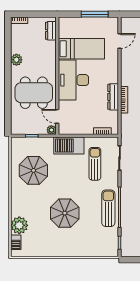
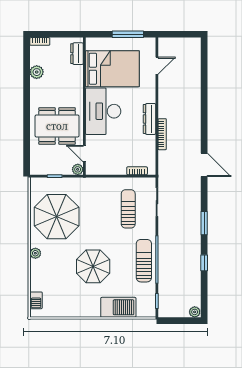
bed: (81, 49) -> (112, 69), width x1.50
plant: (16, 60) -> (37, 72), moved
dresser: (113, 97) -> (150, 119), moved
barbecue: (69, 145) -> (118, 307), moved, turned 180
parasol: (33, 170) -> (57, 217), width x1.36, depth x1.36
plant: (19, 225) -> (35, 253), moved, width x0.53, depth x0.53

